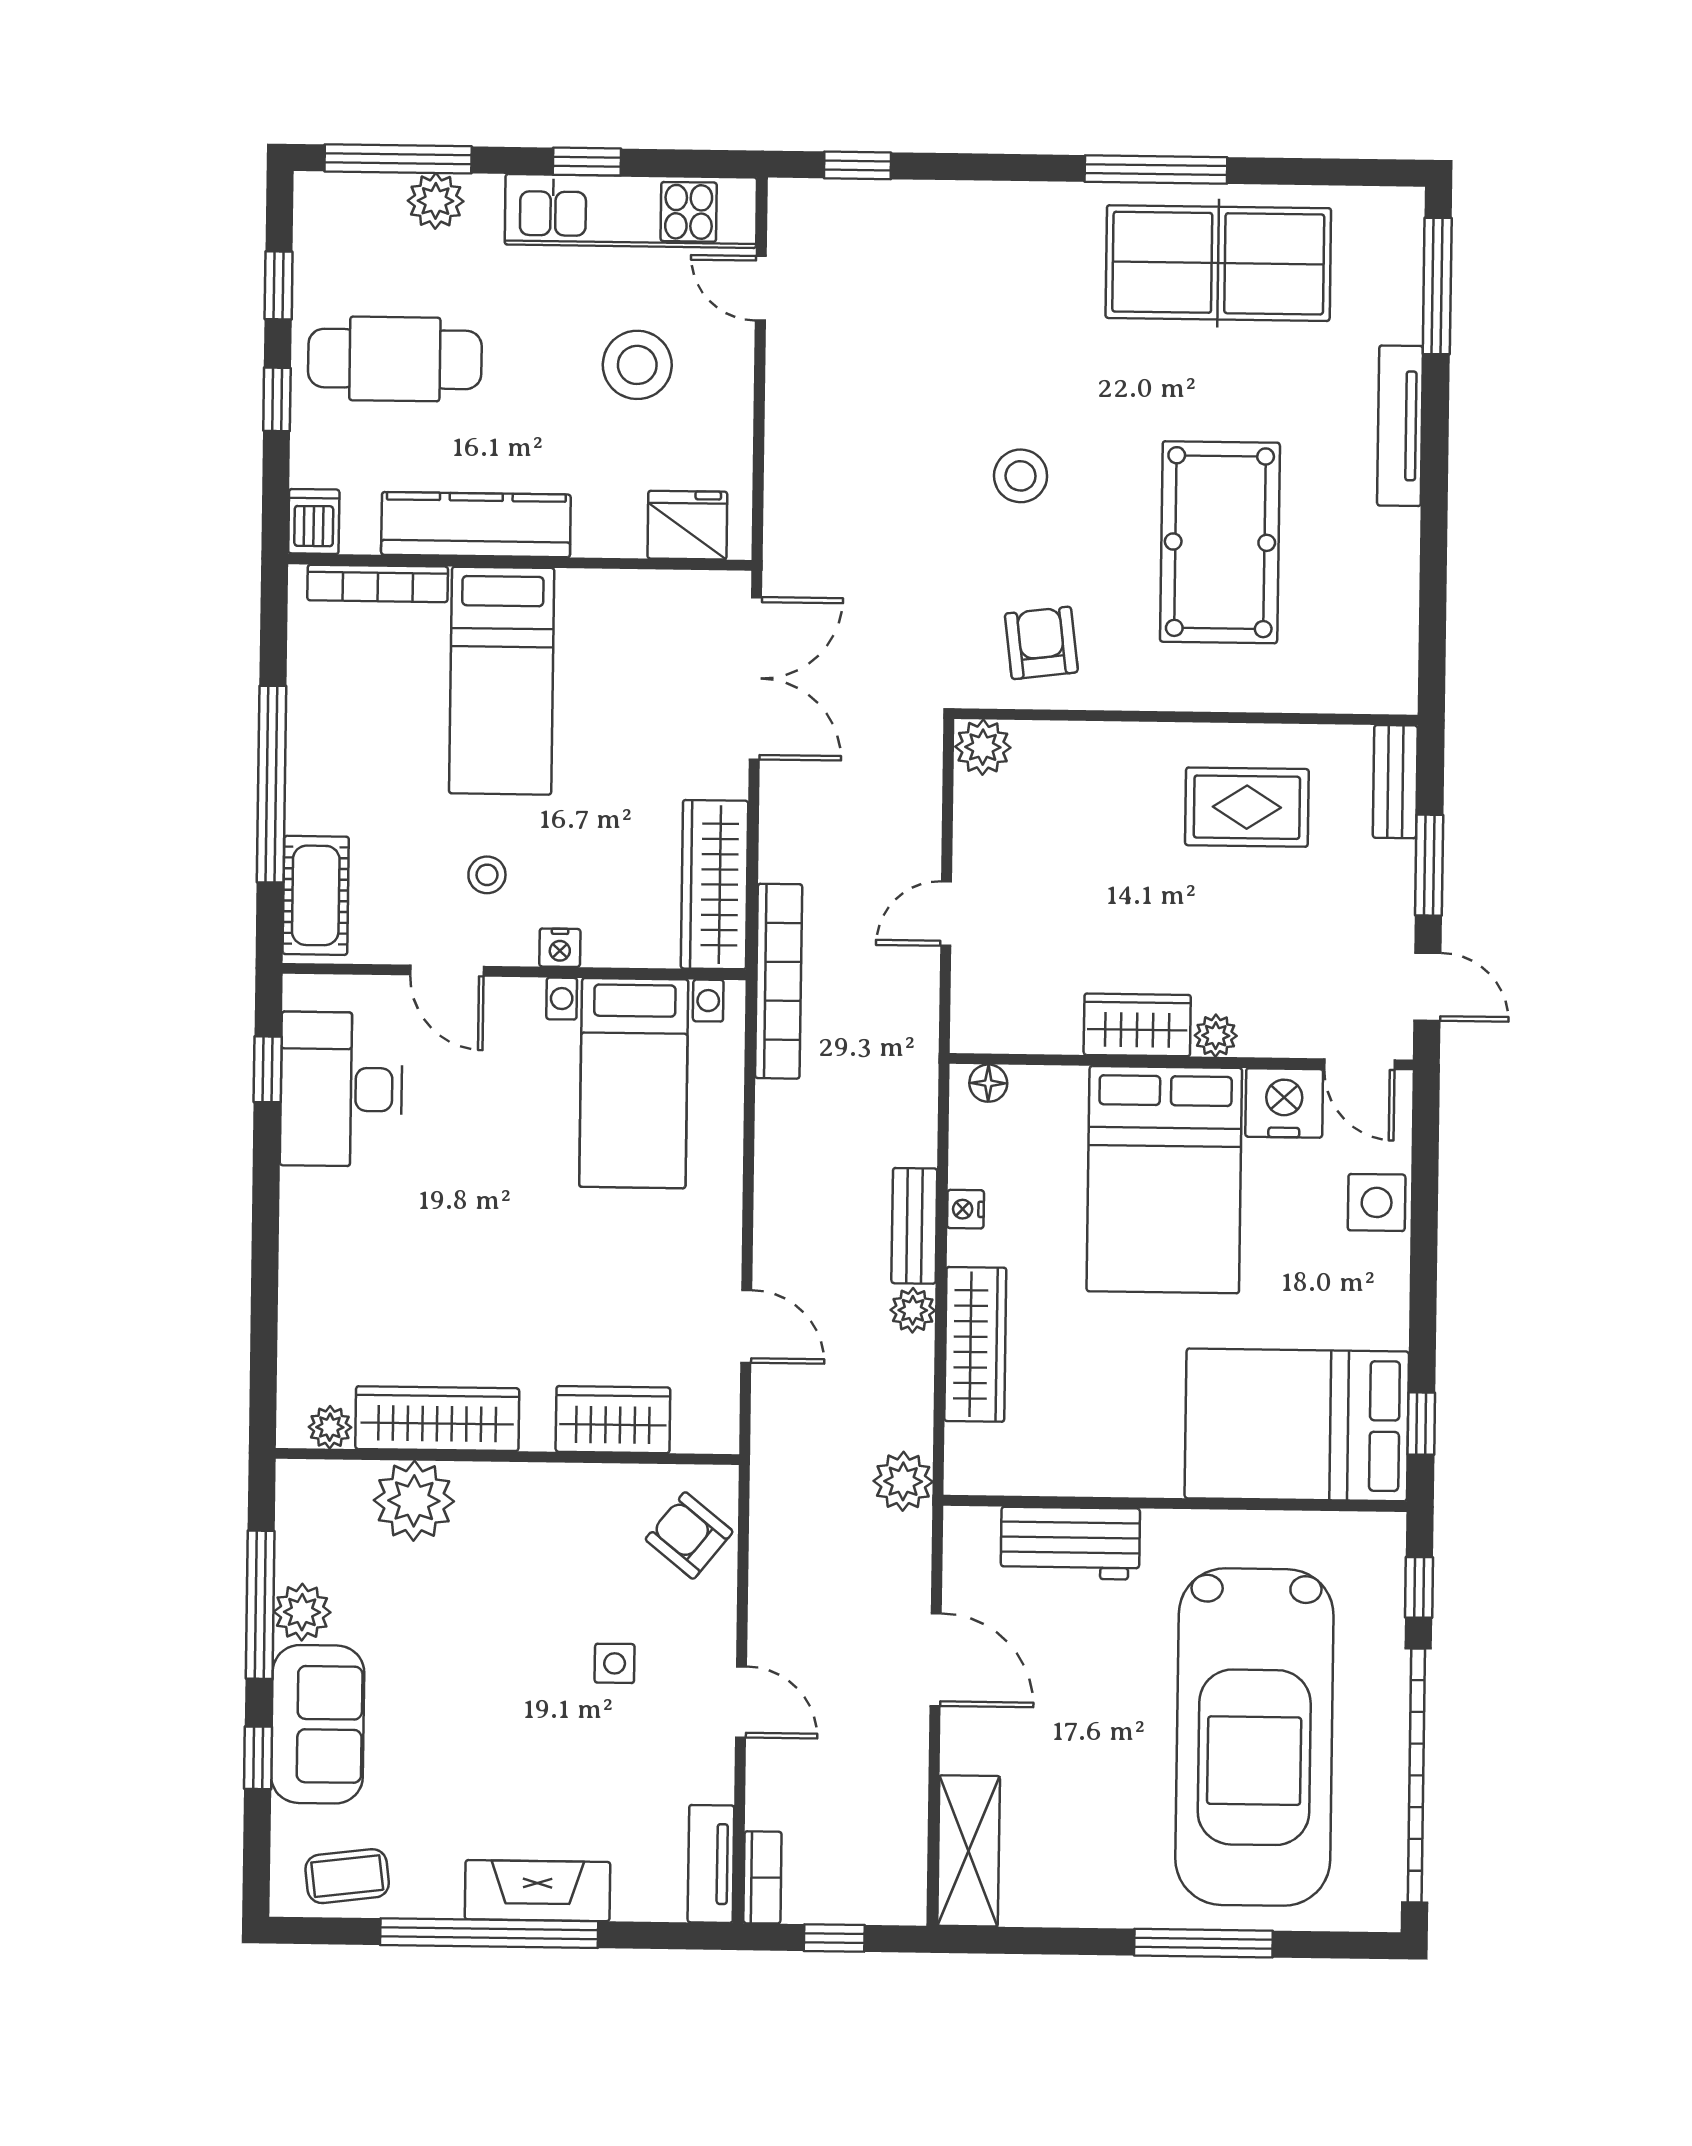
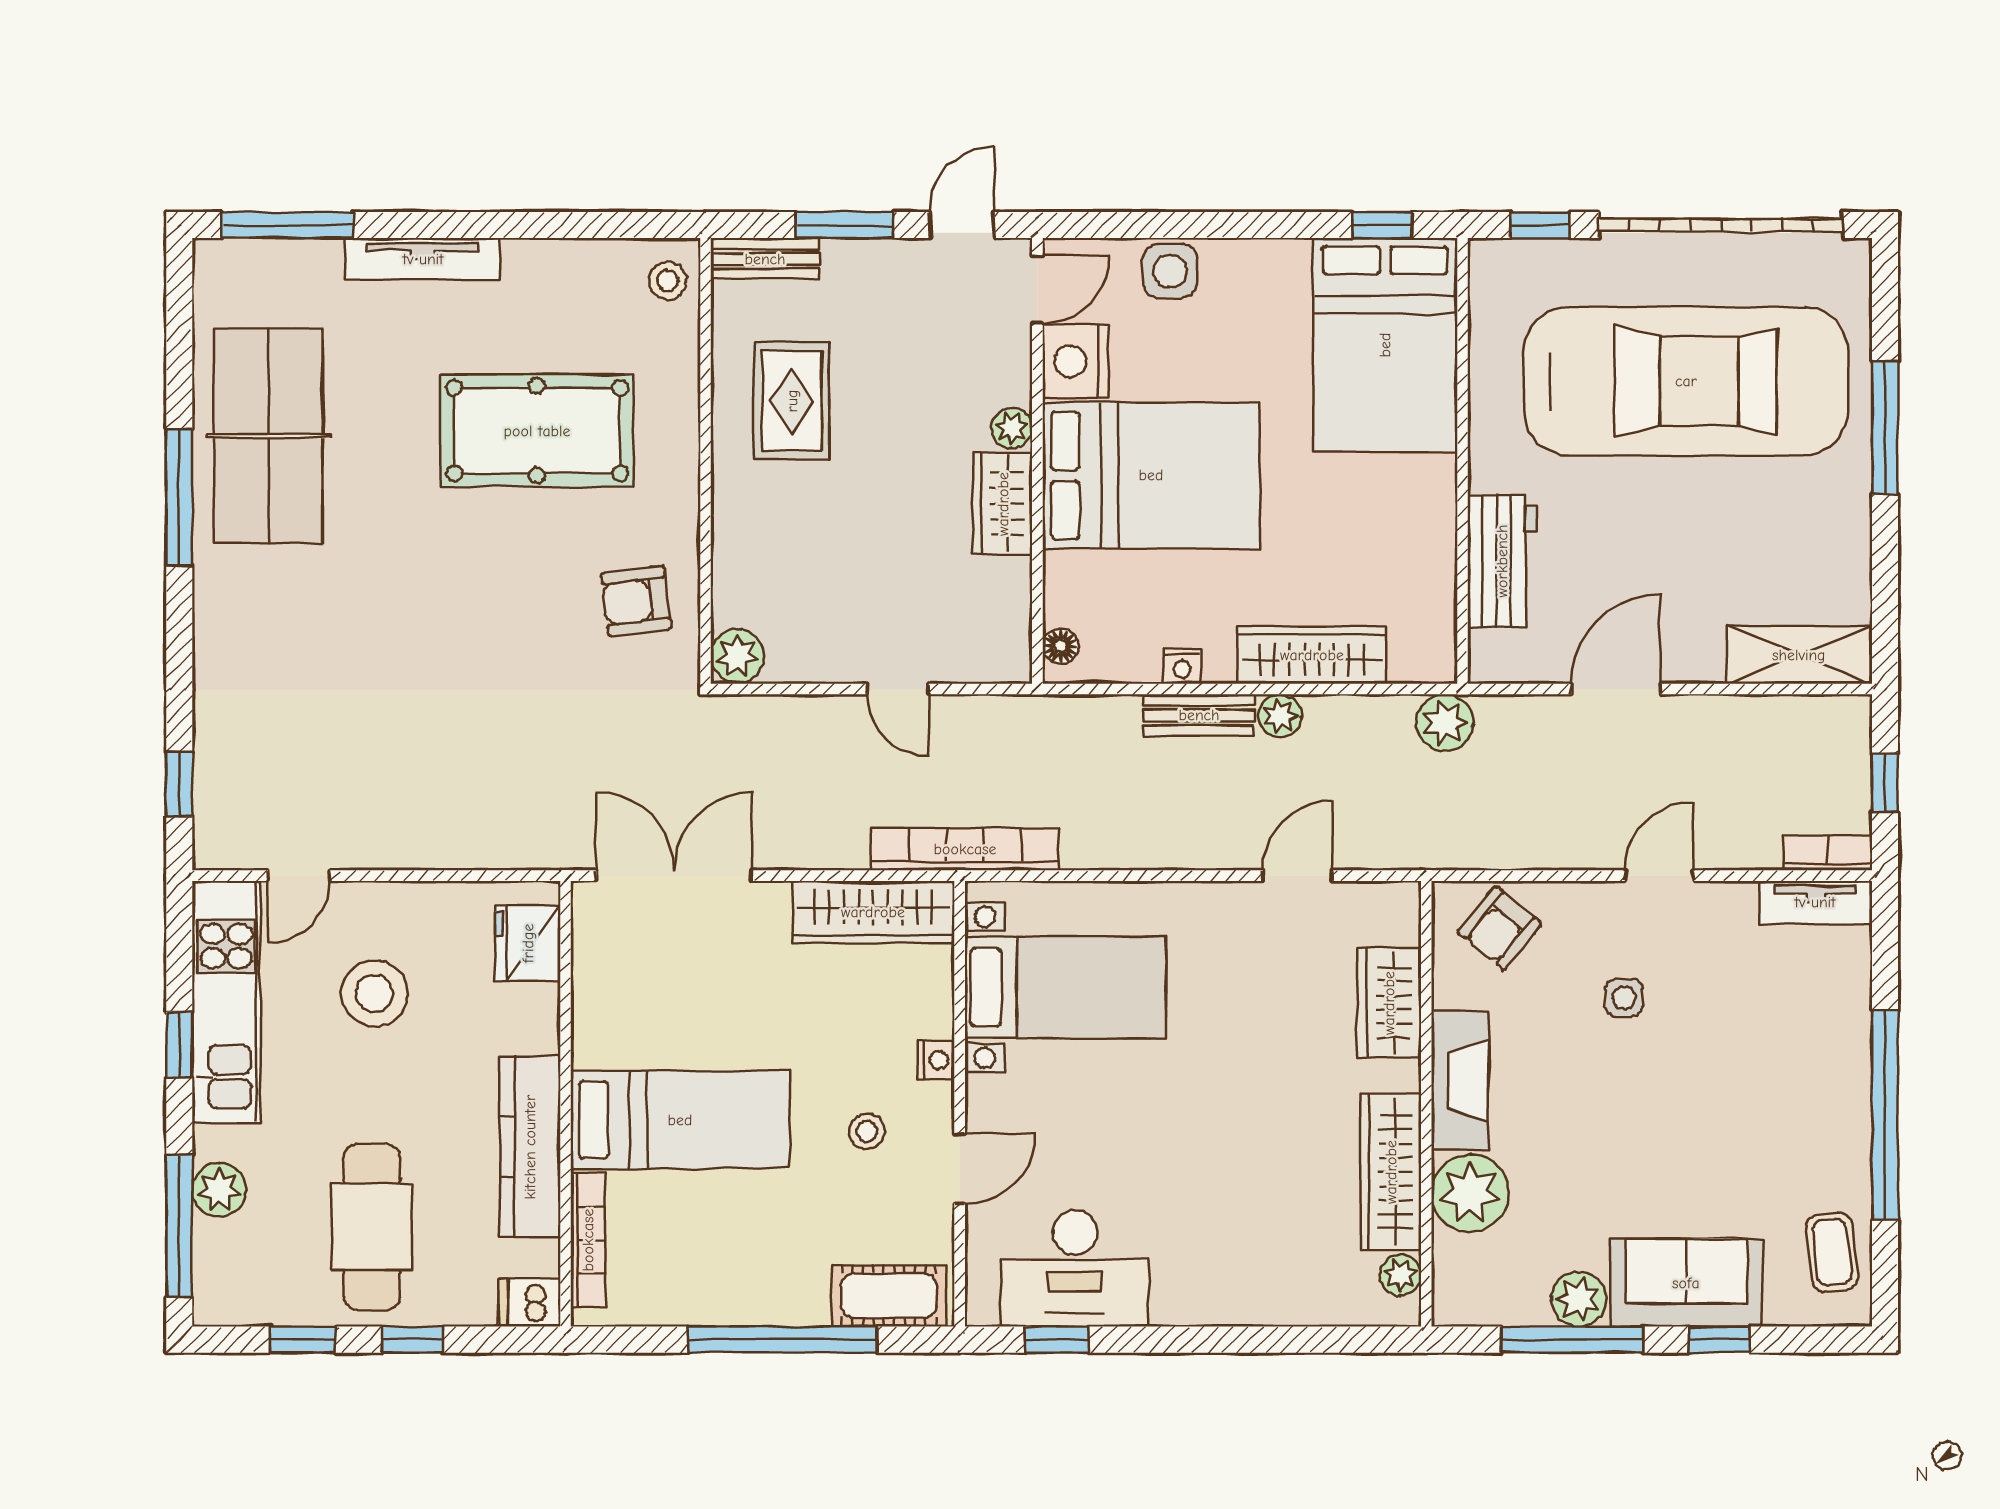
stool: (1021, 476) -> (668, 281), moved, width x0.73, depth x0.73
fireplace: (538, 1891) -> (1460, 1081), moved, turned 180

